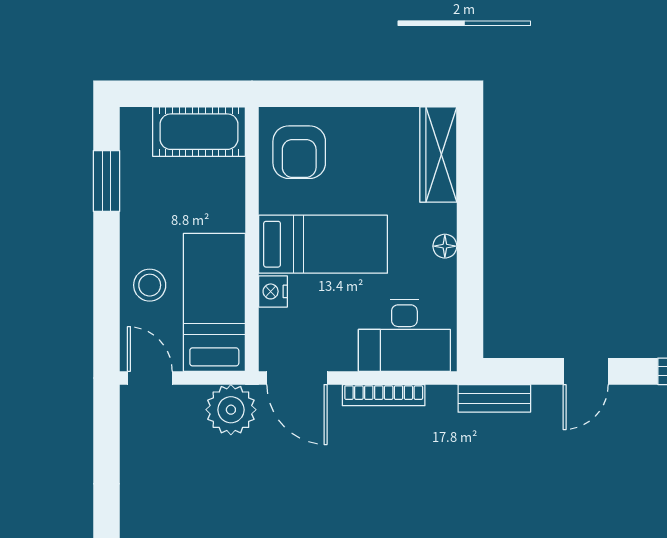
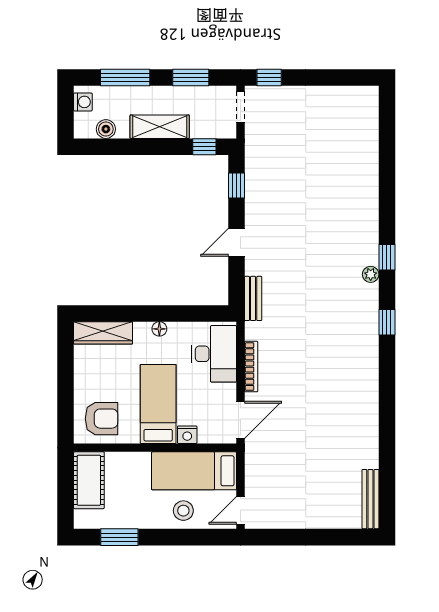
door: (586, 371) -> (236, 242), swing flipped
plant: (231, 410) -> (260, 461), removed

